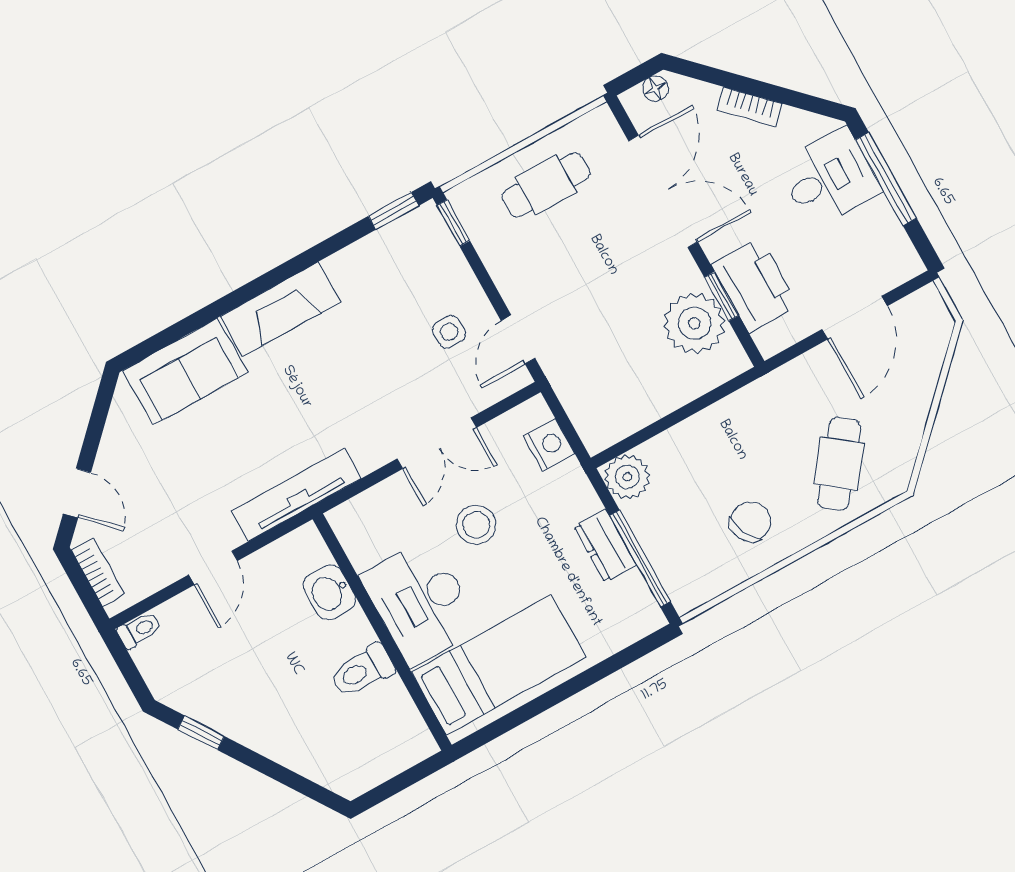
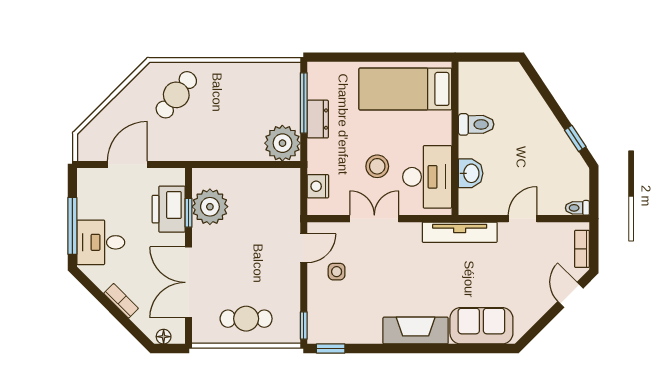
plant: (627, 477) -> (282, 143), width x1.36, depth x1.36
chair: (750, 522) -> (237, 90), removed
desk: (420, 602) -> (427, 177), moved

